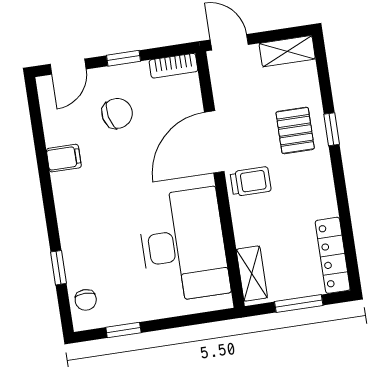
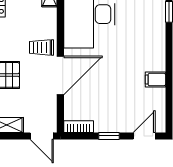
chair: (117, 113) -> (118, 102), removed

